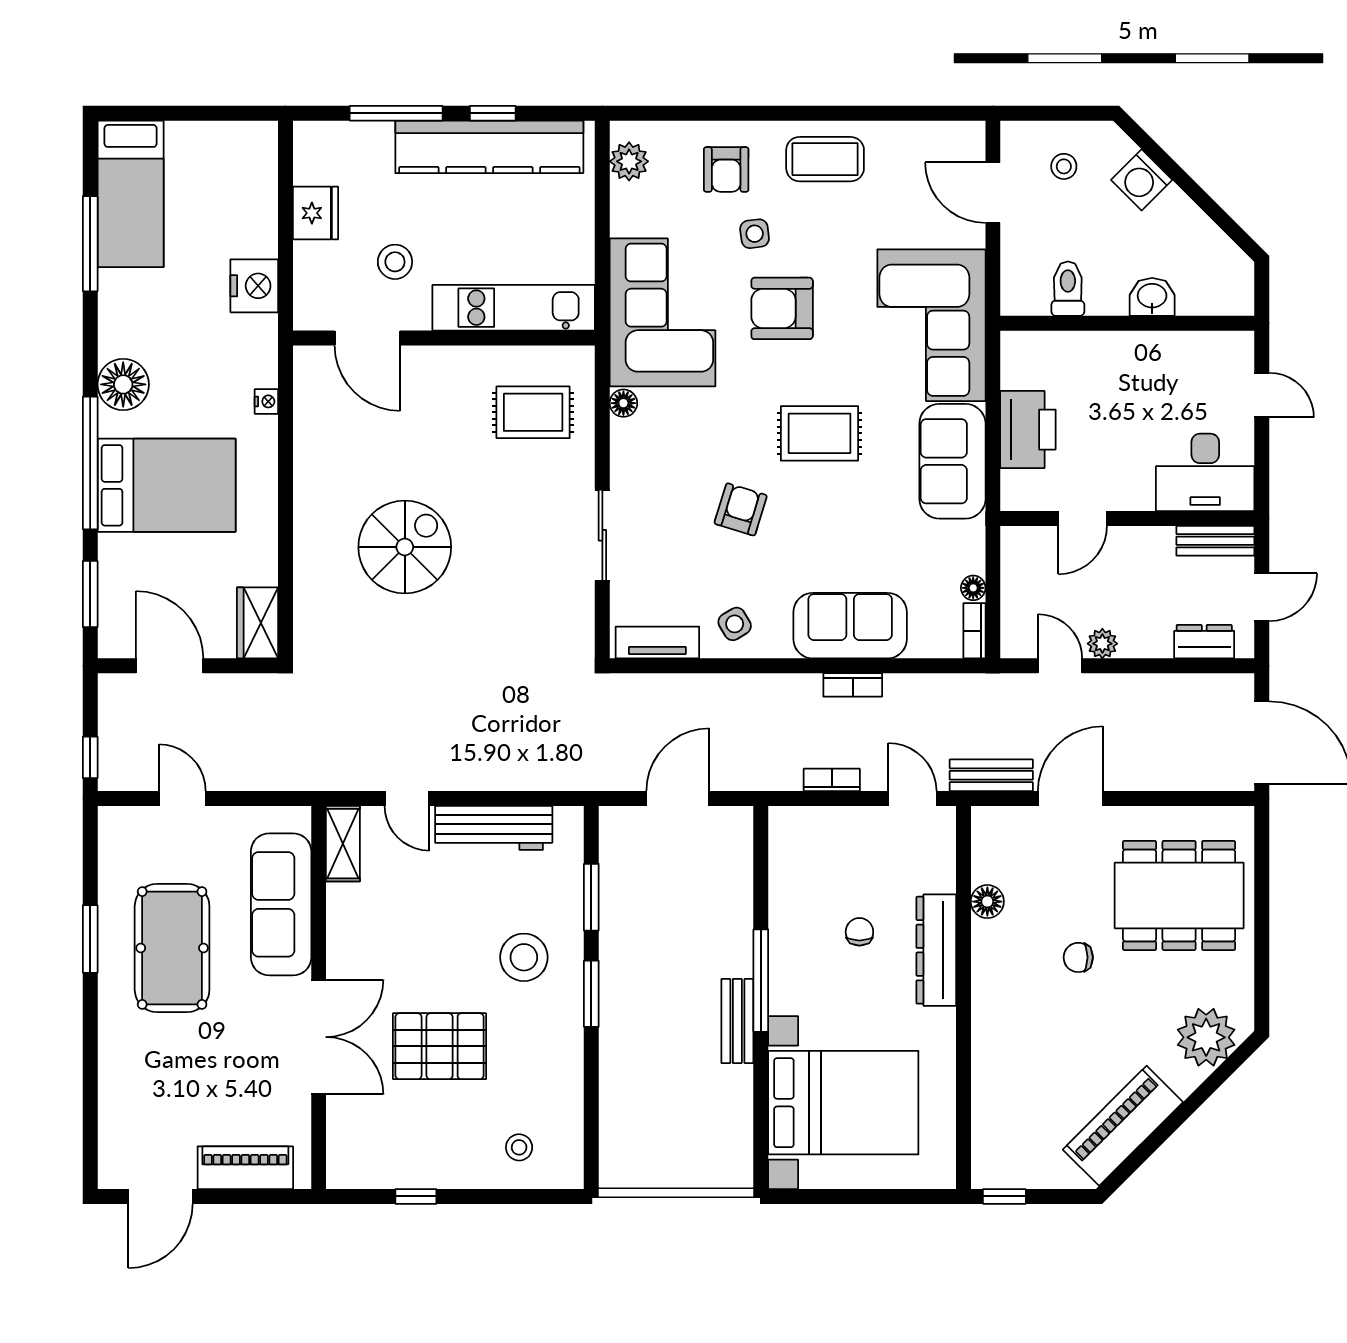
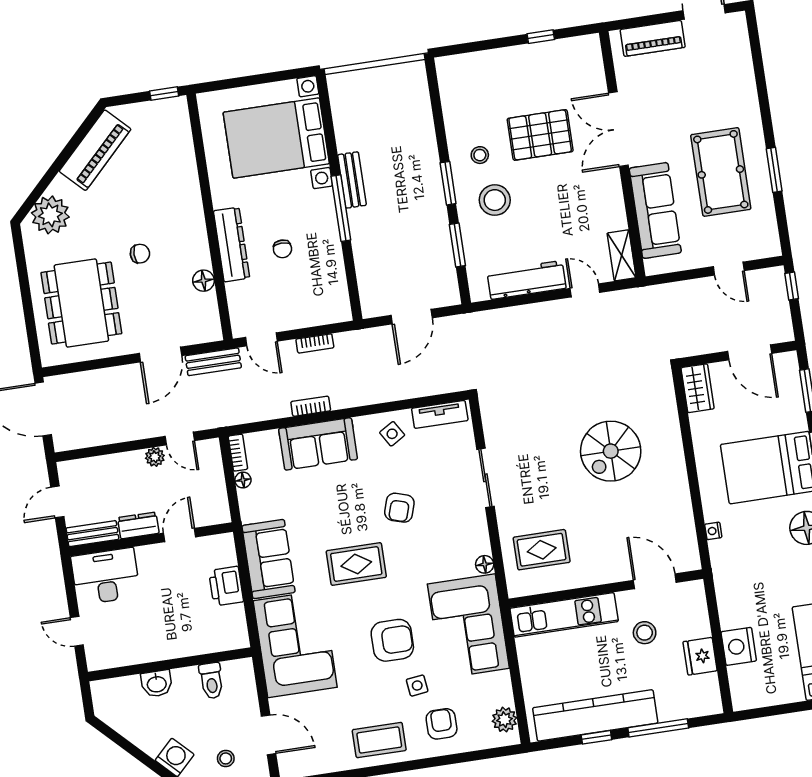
nightstand: (254, 286) -> (739, 646), moved
printer: (1028, 430) -> (226, 586), width x0.73, depth x0.84
dresser: (1204, 642) -> (138, 525), moved, turned 180
dining table: (1179, 895) -> (81, 303), turned 90
stool: (519, 1147) -> (480, 155), moved

